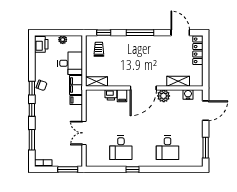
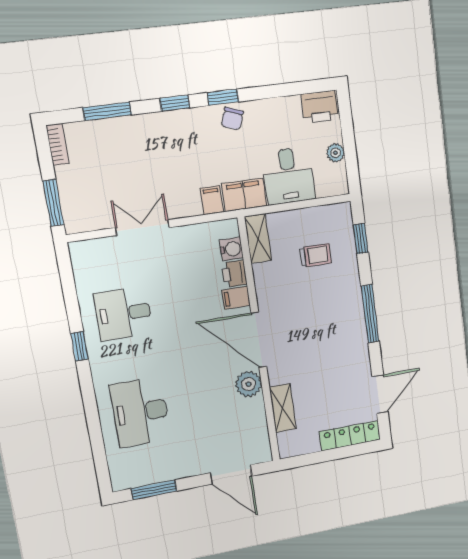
trolley: (99, 49) -> (316, 255), moved
water cooler: (188, 94) -> (231, 249), moved
desk: (168, 148) -> (140, 412), width x1.37

